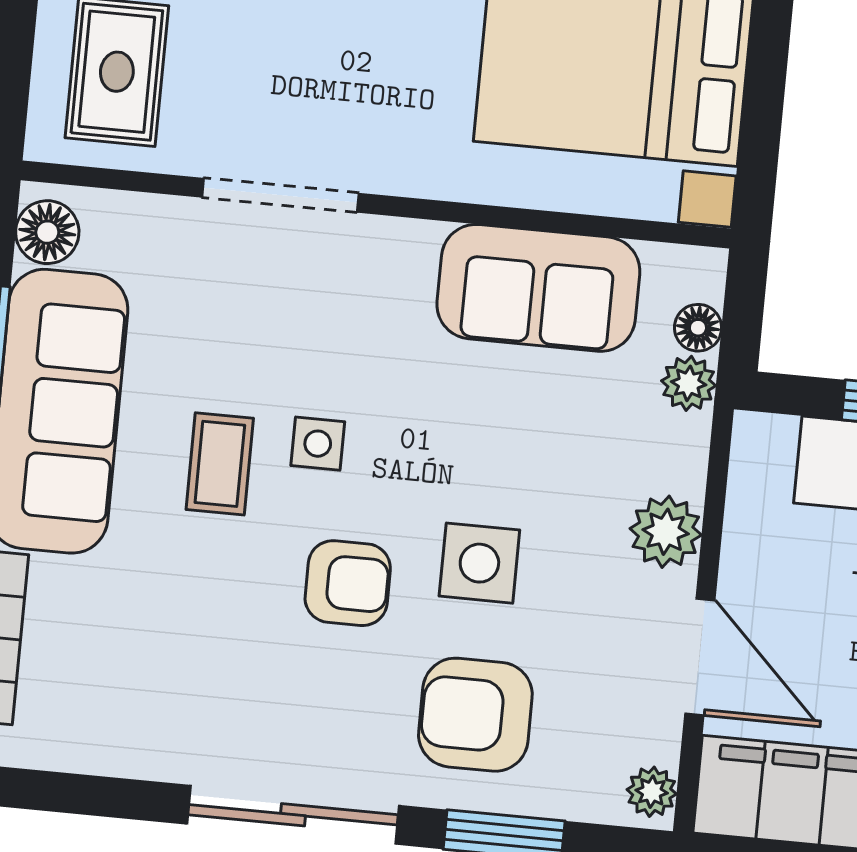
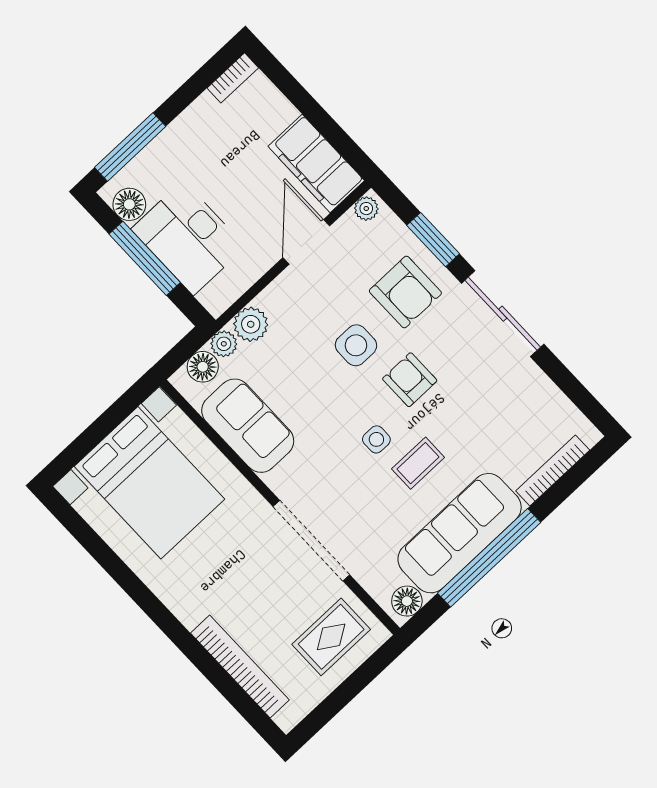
doorway: (280, 195) -> (311, 541), width x1.36
floor lamp: (698, 328) -> (203, 367), width x1.37, depth x1.37
plant: (666, 532) -> (251, 324), moved

